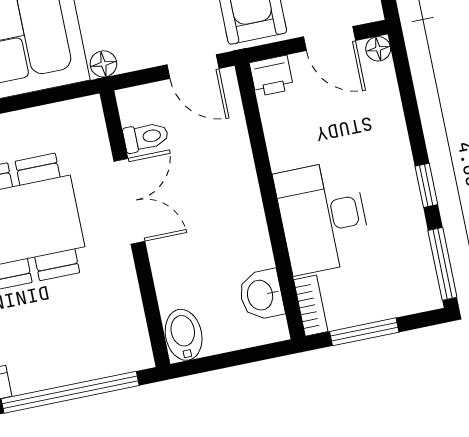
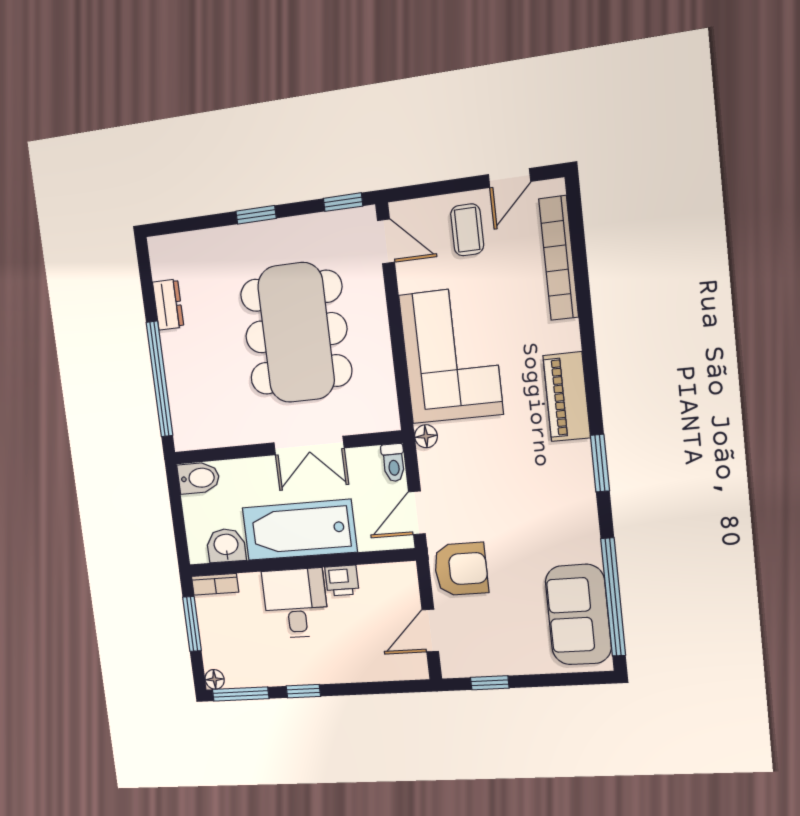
floor lamp: (378, 49) -> (215, 679), moved
printer: (271, 76) -> (342, 581), moved, turned -90
toilet: (146, 137) -> (393, 463), moved
bathtub: (231, 205) -> (299, 530), added
desk: (323, 217) -> (296, 603), width x0.73

